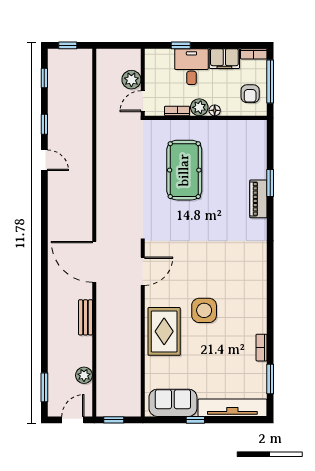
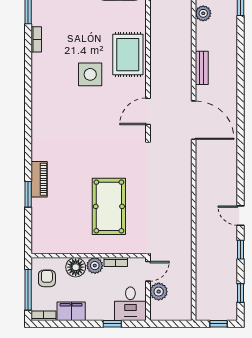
desk: (191, 67) -> (130, 304), moved
floor lamp: (215, 110) -> (76, 267), width x1.89, depth x1.89

